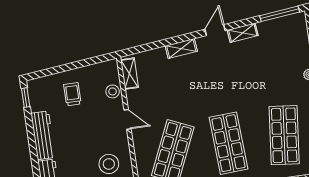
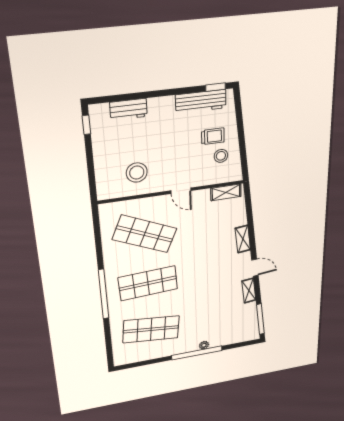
stool: (113, 91) -> (221, 156), moved
door: (127, 119) -> (181, 191), hinge flipped
workbench: (43, 135) -> (201, 101), moved

